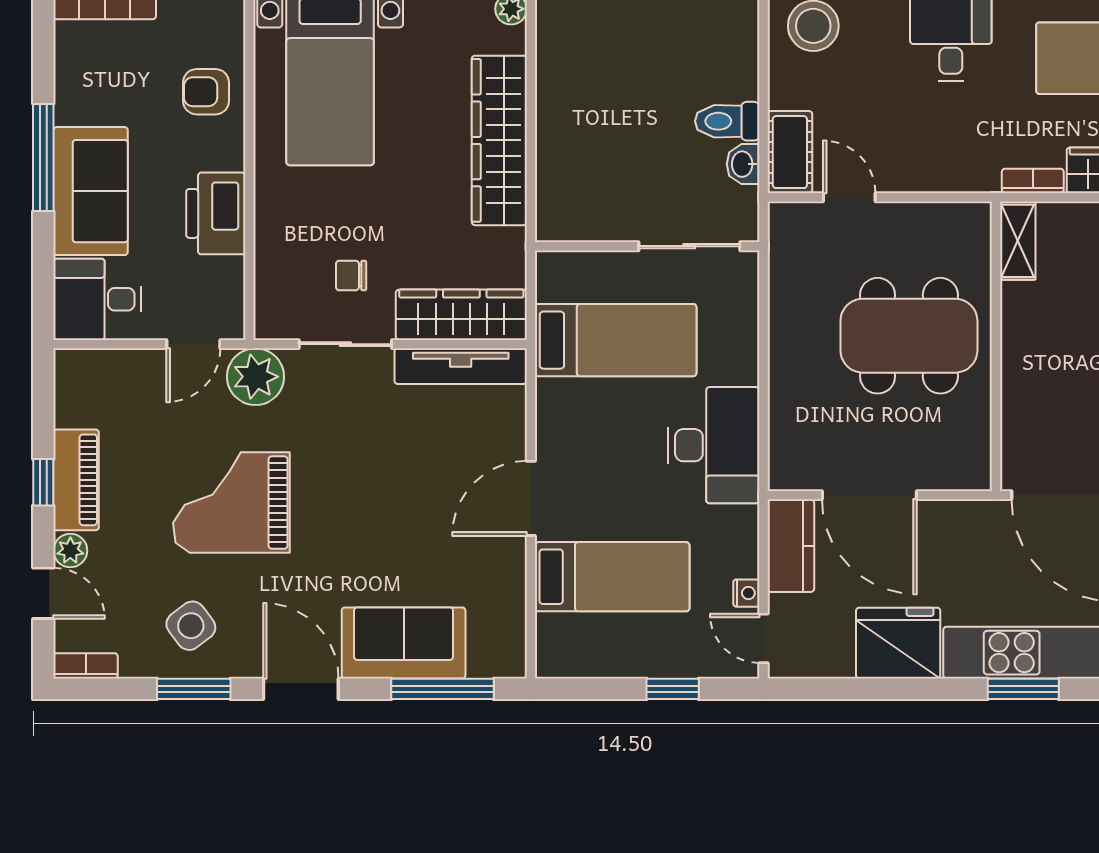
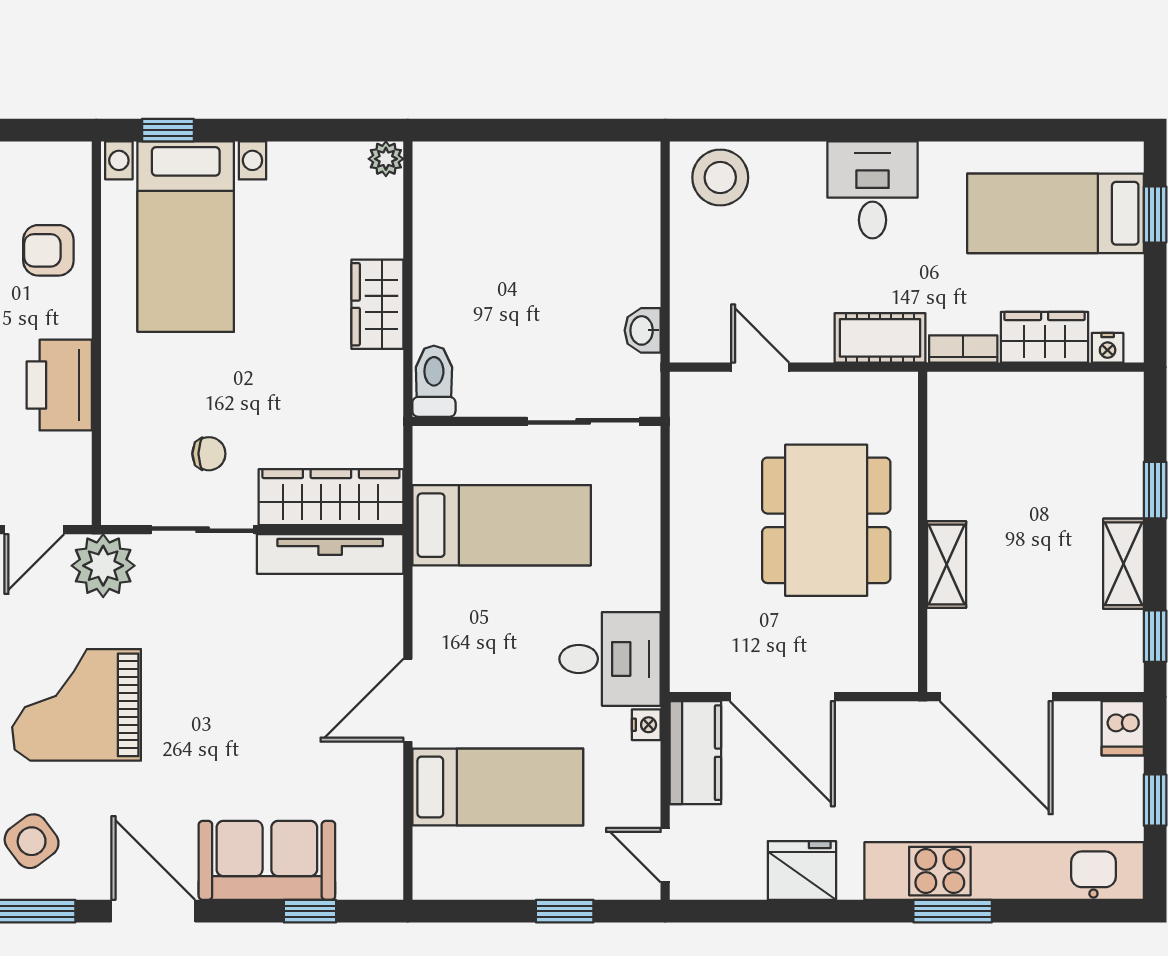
toilet: (727, 121) -> (434, 381), moved, turned 90
wardrobe: (499, 140) -> (377, 304), width x0.48, depth x0.85
cot: (790, 152) -> (880, 338), moved, turned 90
shelving: (1018, 241) -> (947, 565), moved
chair: (351, 276) -> (209, 454), turned 180
dining table: (909, 336) -> (826, 520), turned 90
desk: (714, 445) -> (610, 659), width x0.73
nightstand: (746, 593) -> (646, 725), moved
fridge: (898, 643) -> (802, 870), width x0.73, depth x0.75
window: (442, 689) -> (310, 911), width x0.46

